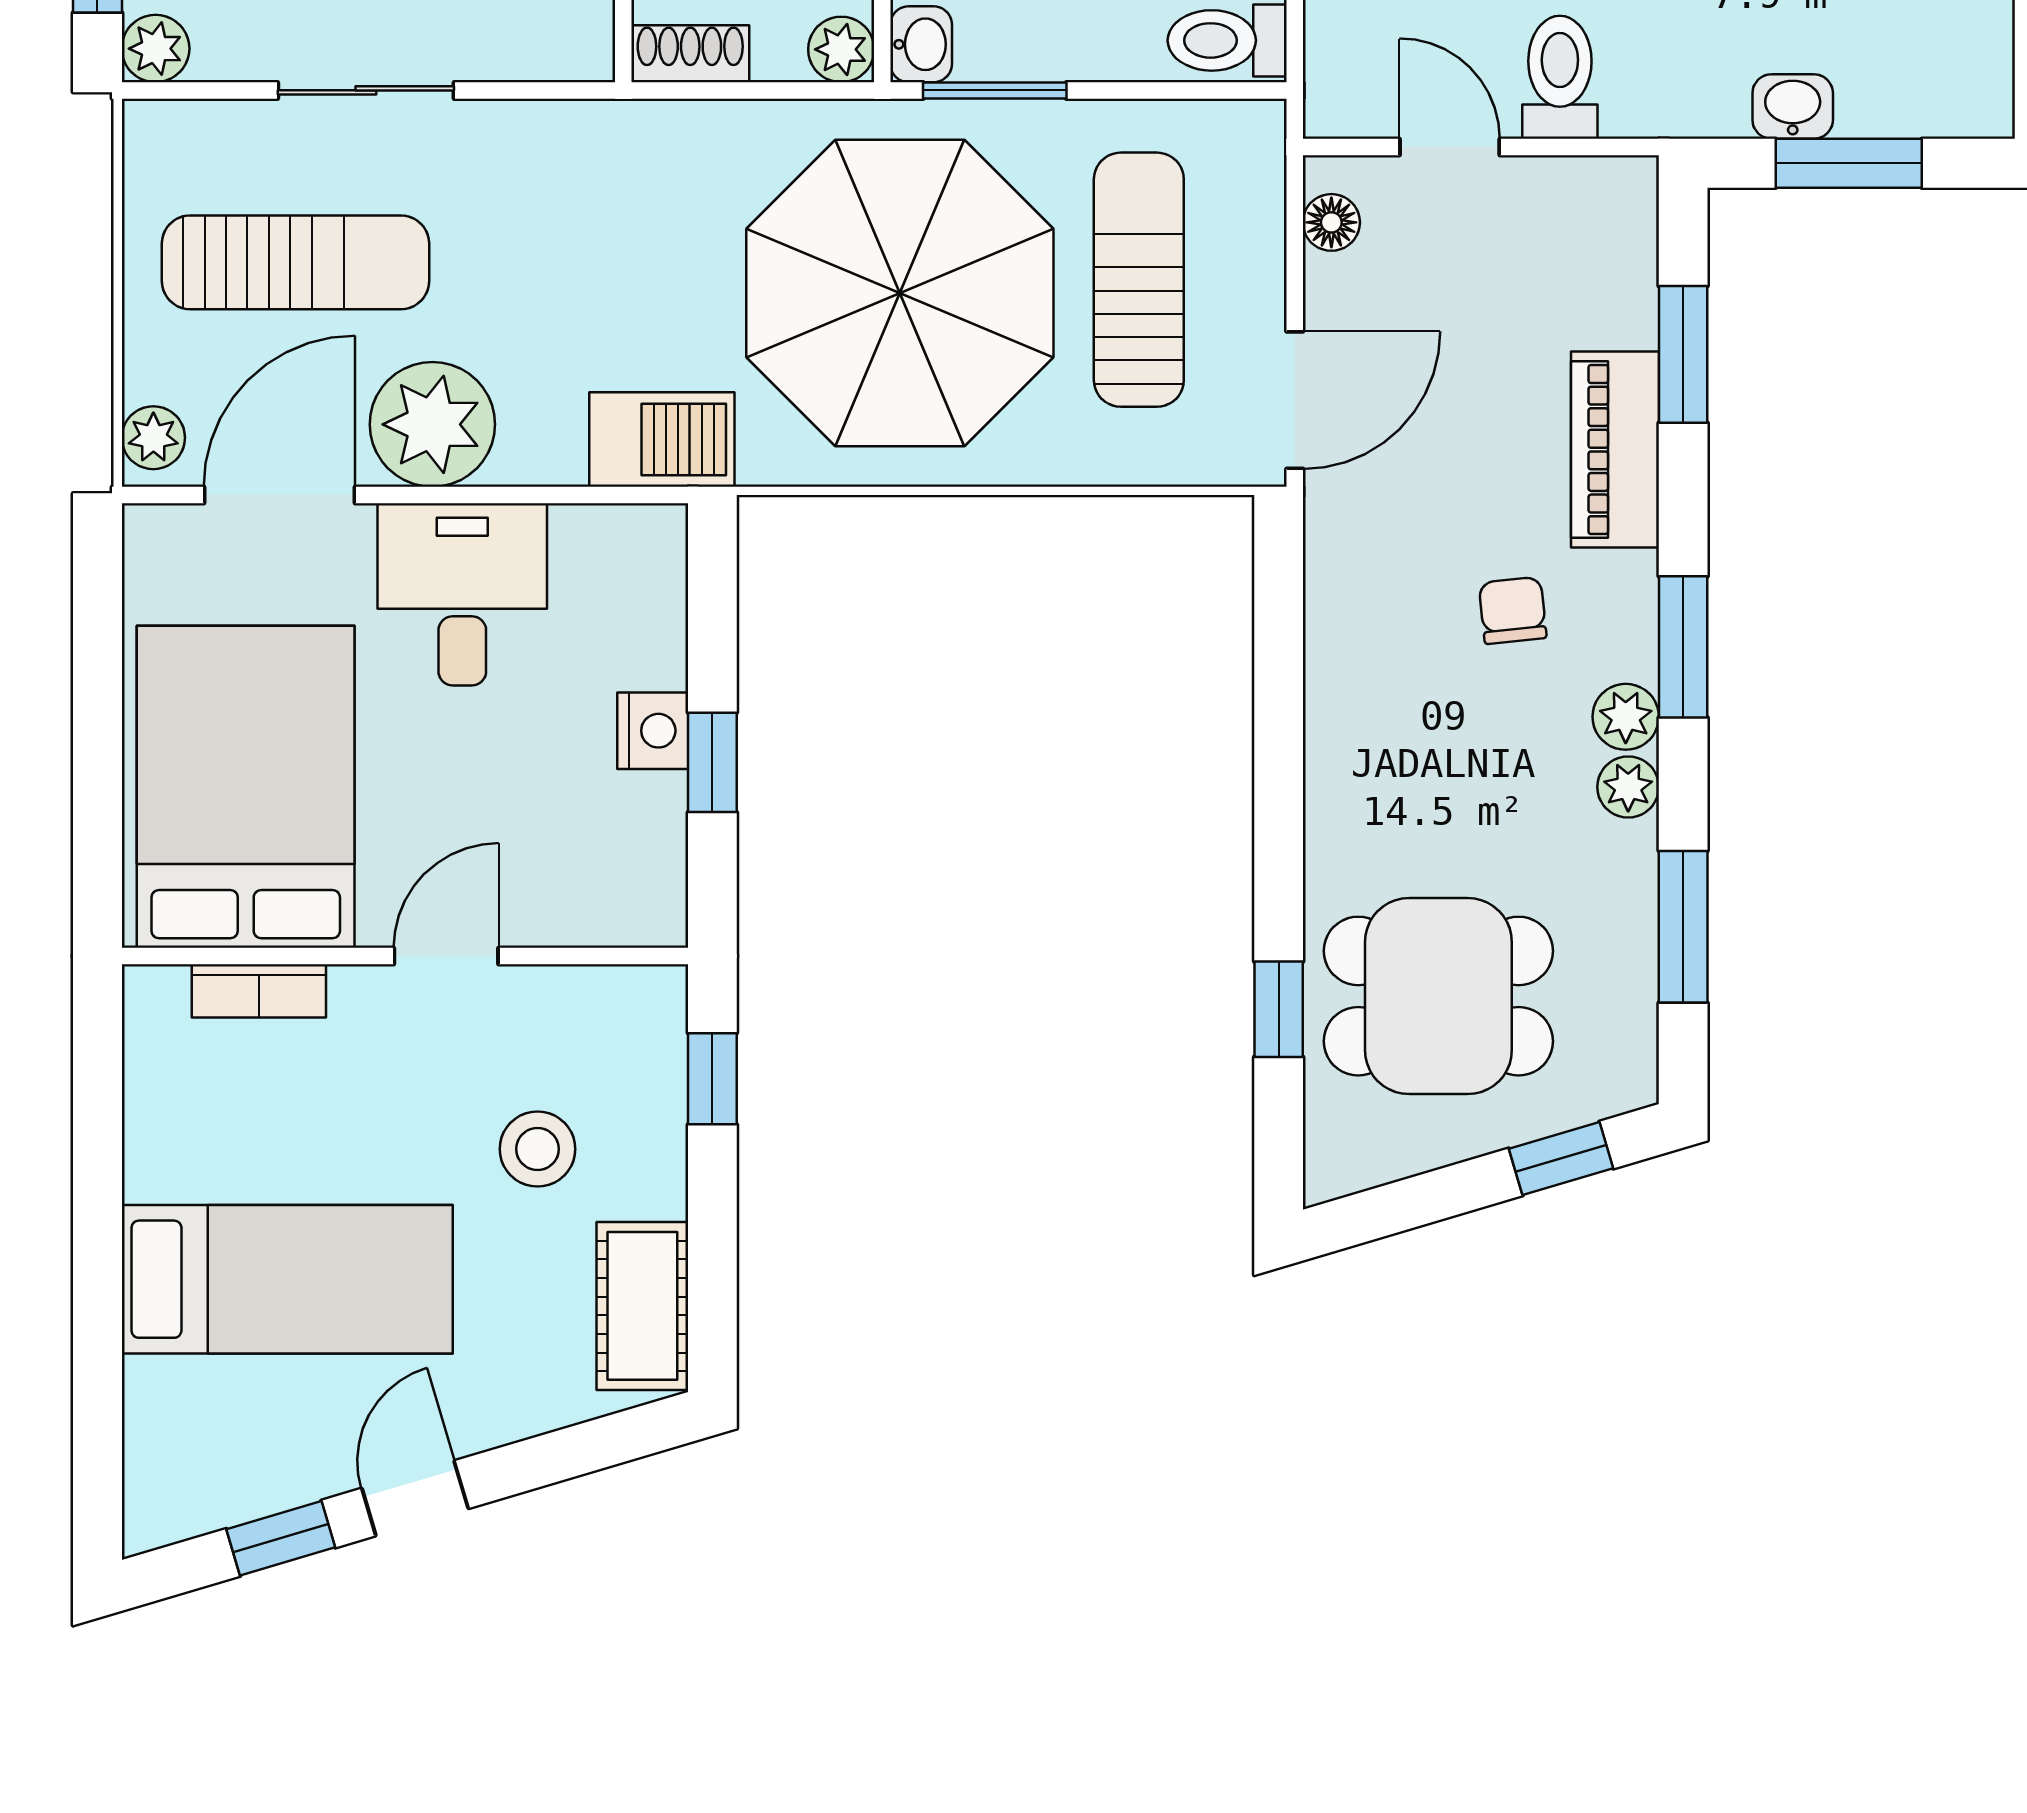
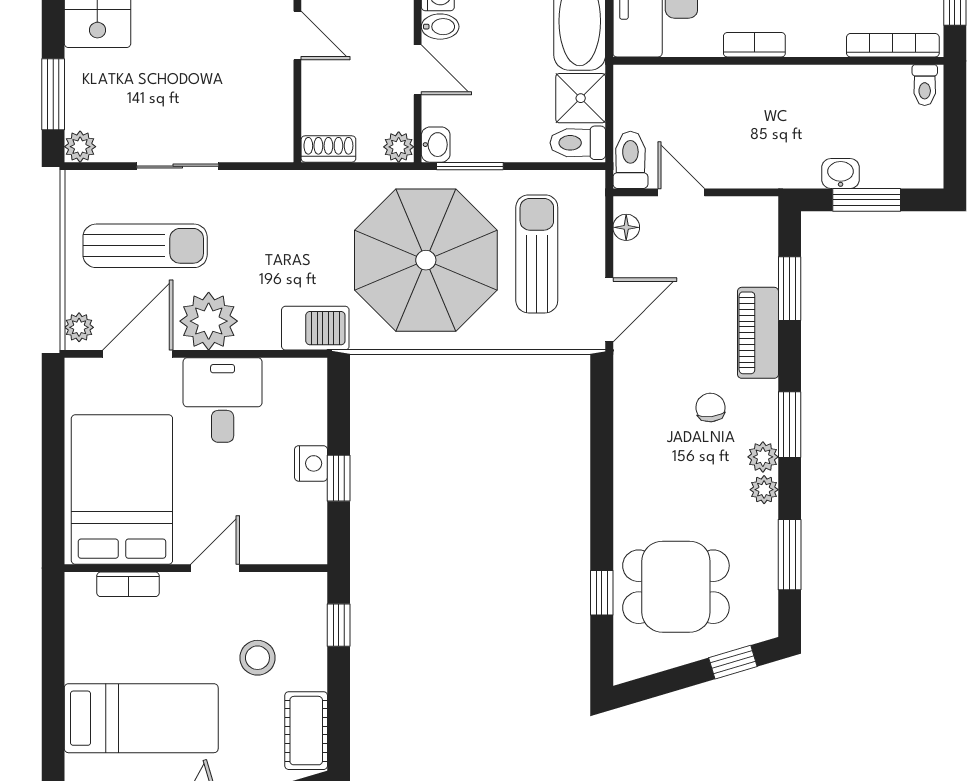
toilet: (1560, 77) -> (630, 160), moved

